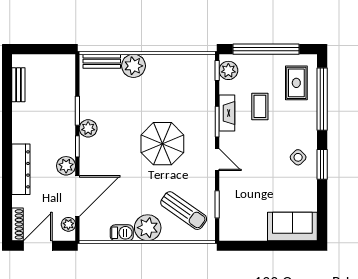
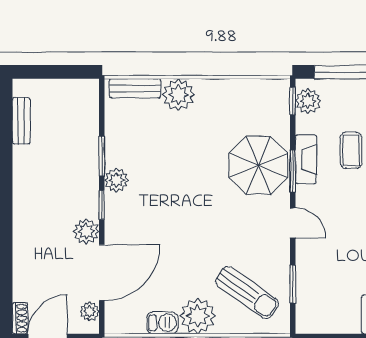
parasol: (162, 144) -> (259, 165), moved
dresser: (21, 169) -> (25, 236), removed
shoe rack: (18, 224) -> (20, 318), width x0.70

